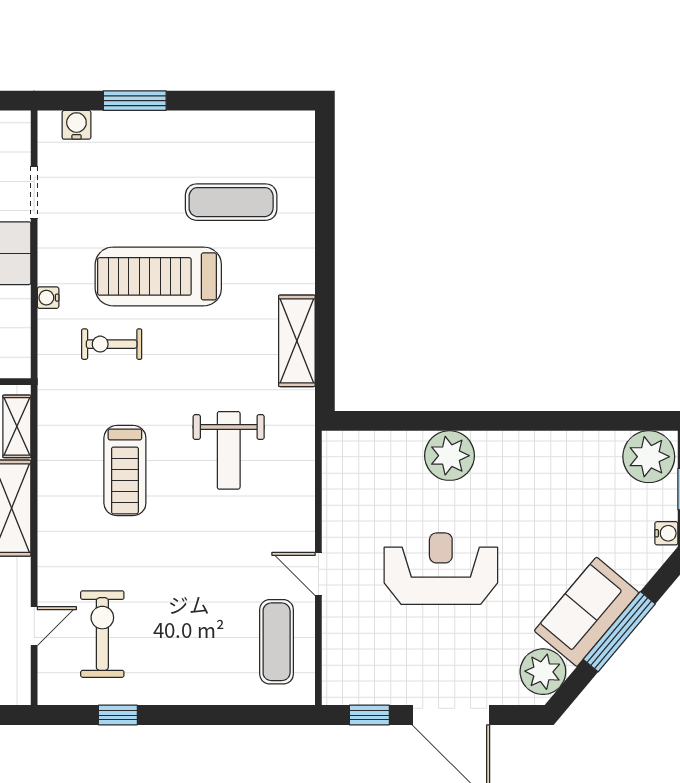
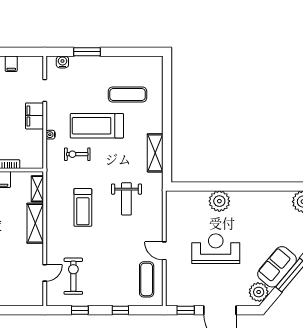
window: (214, 715) -> (120, 310), added

